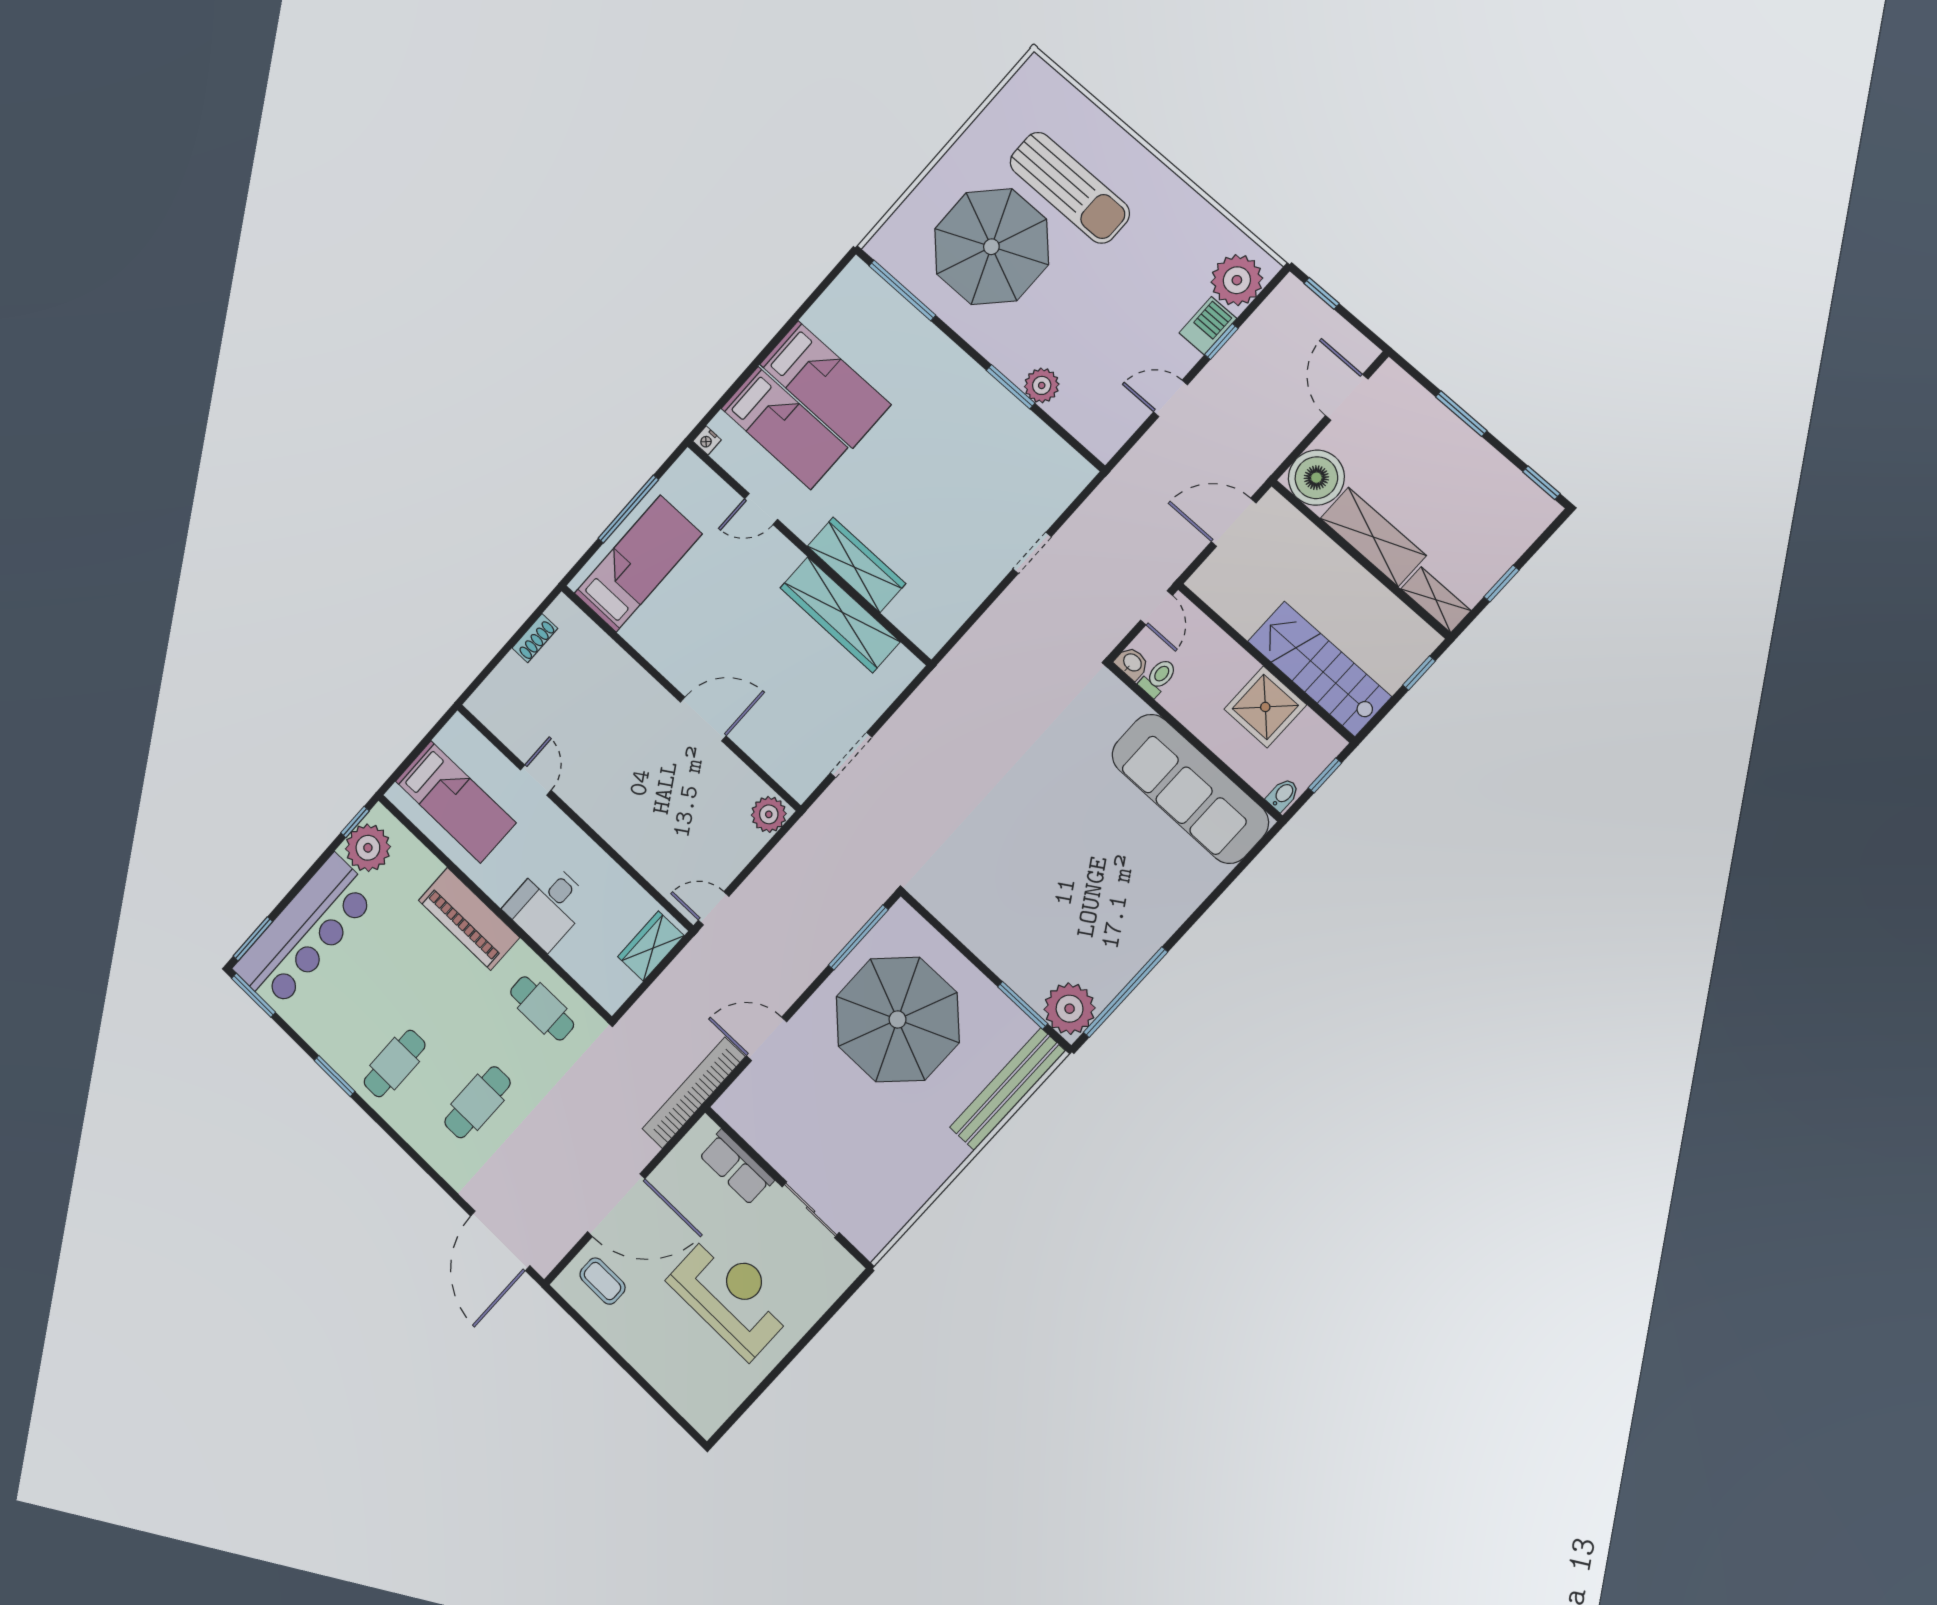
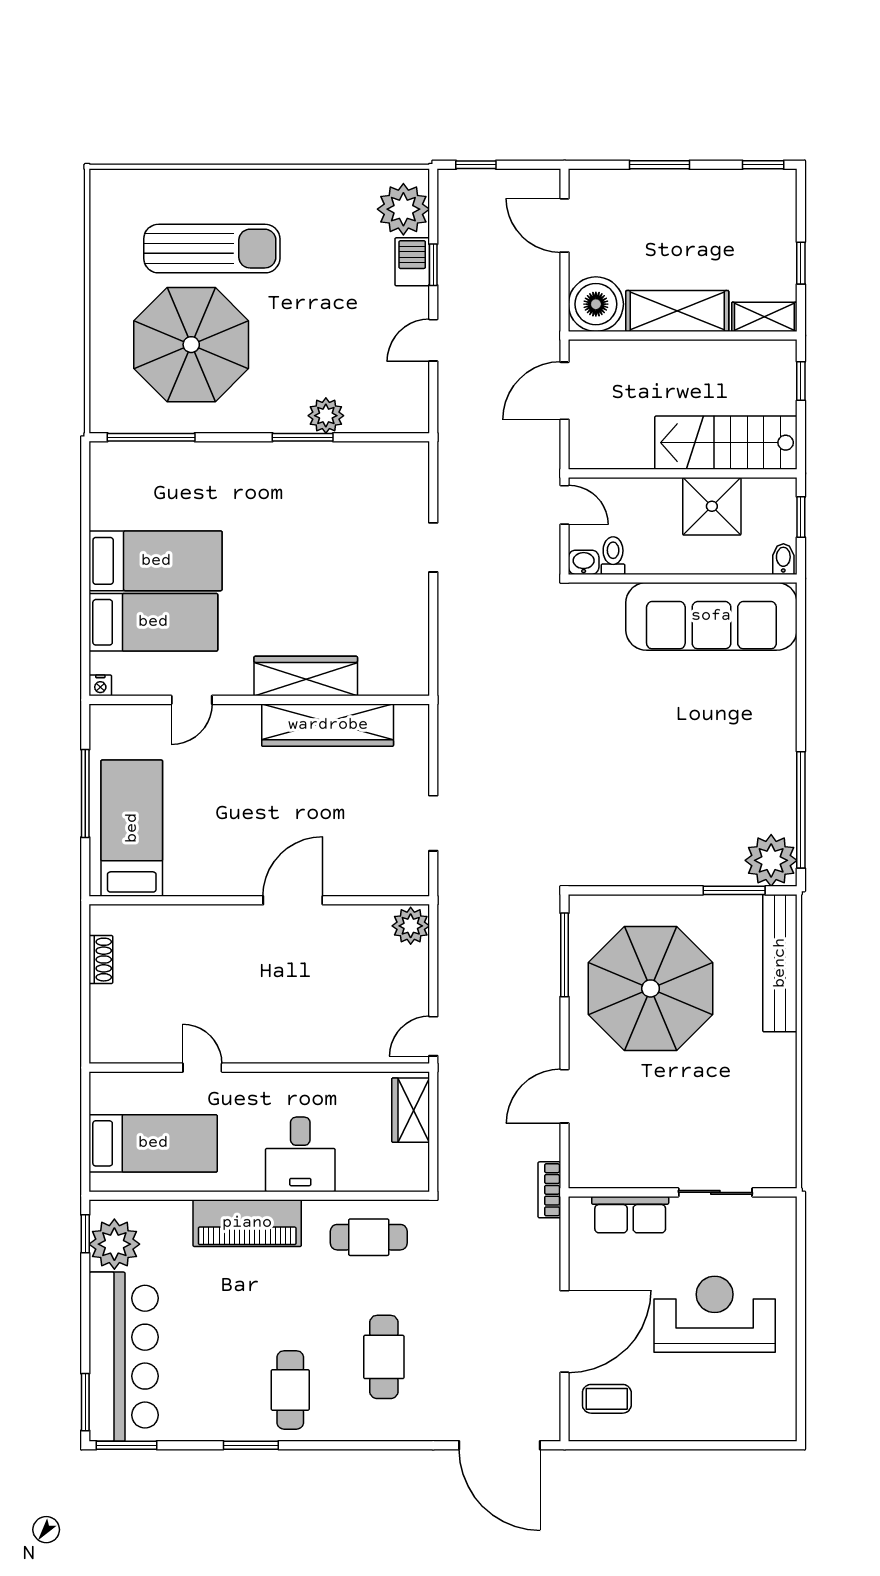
bookcase: (694, 1093) -> (549, 1190), width x0.43, depth x0.76

